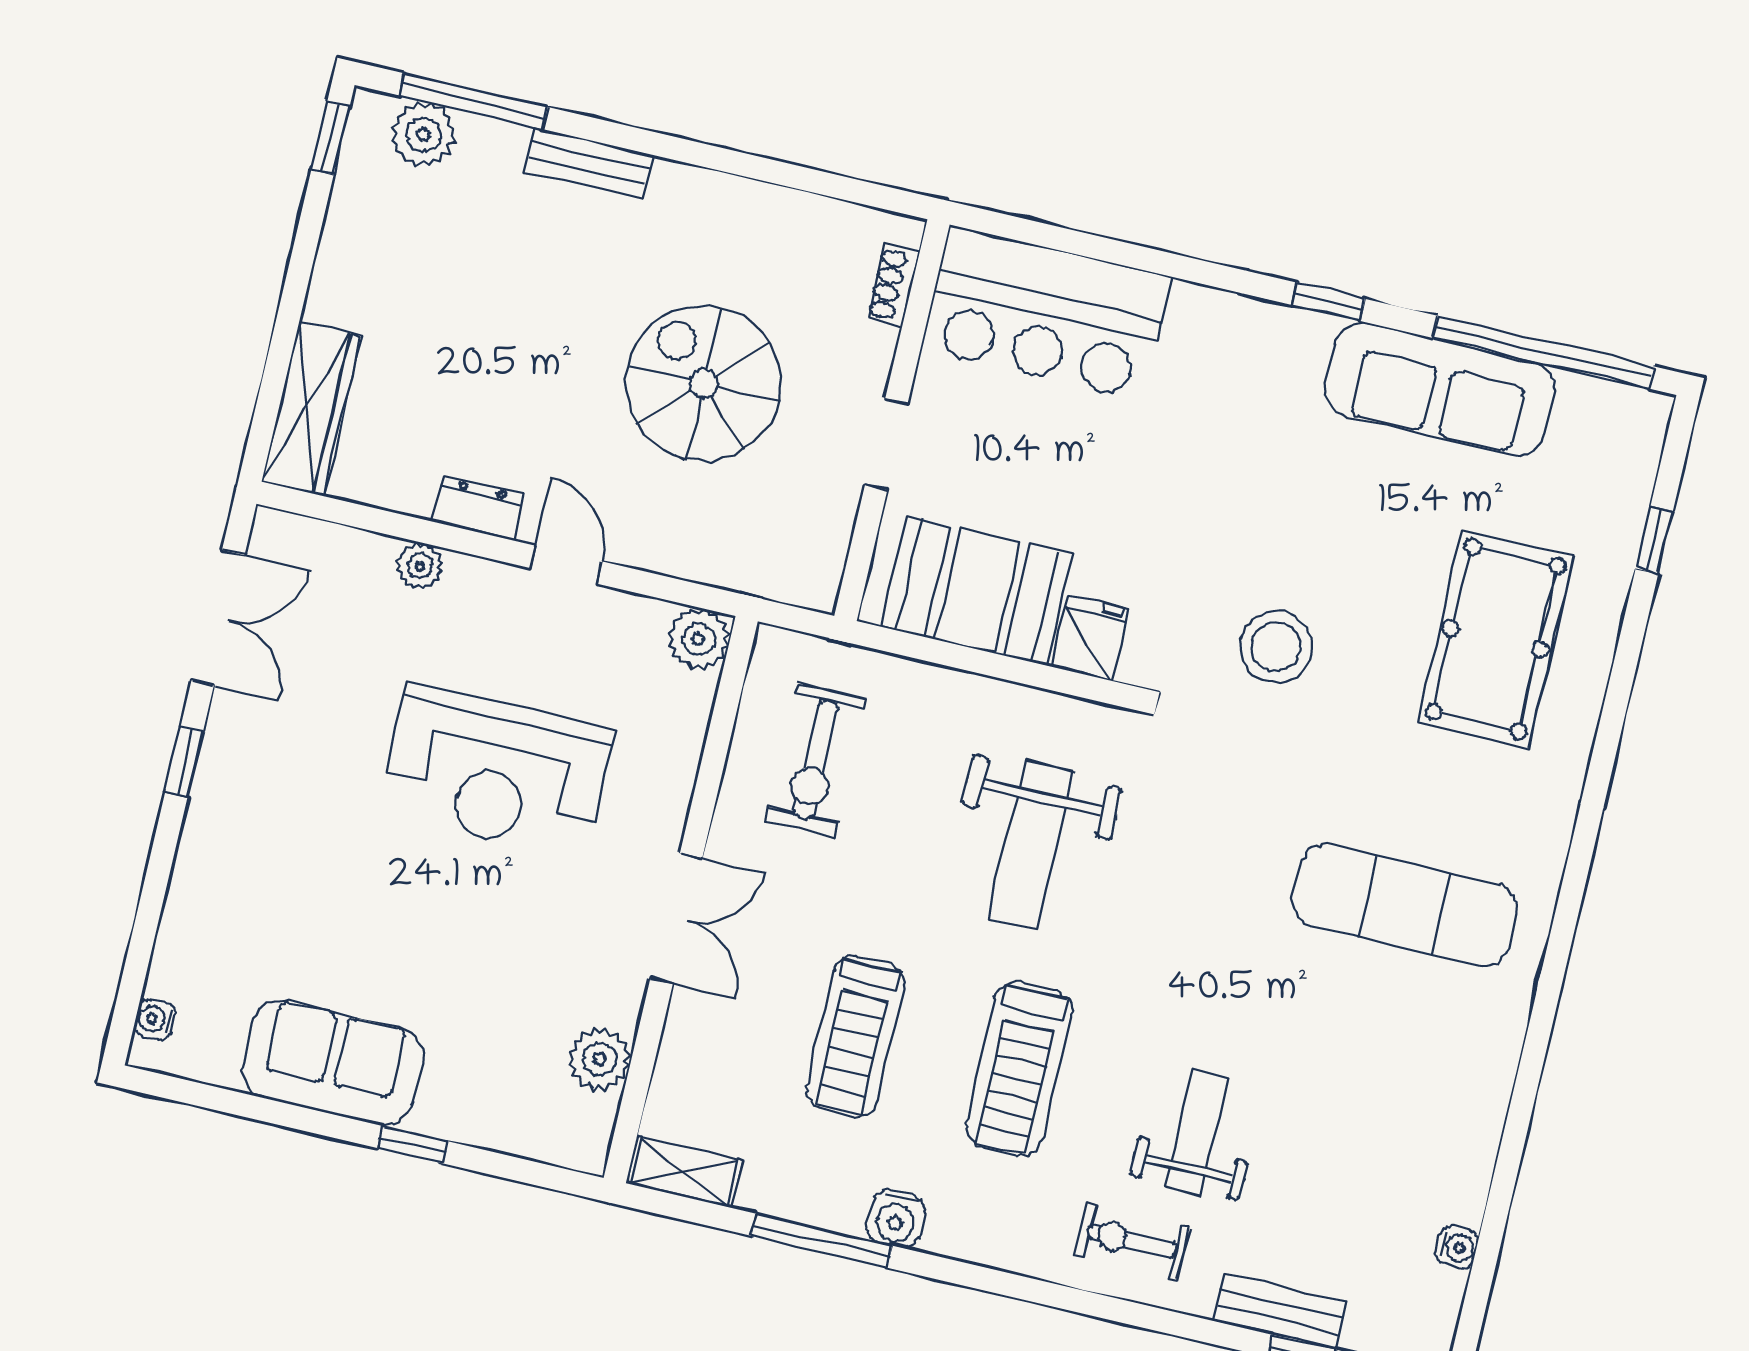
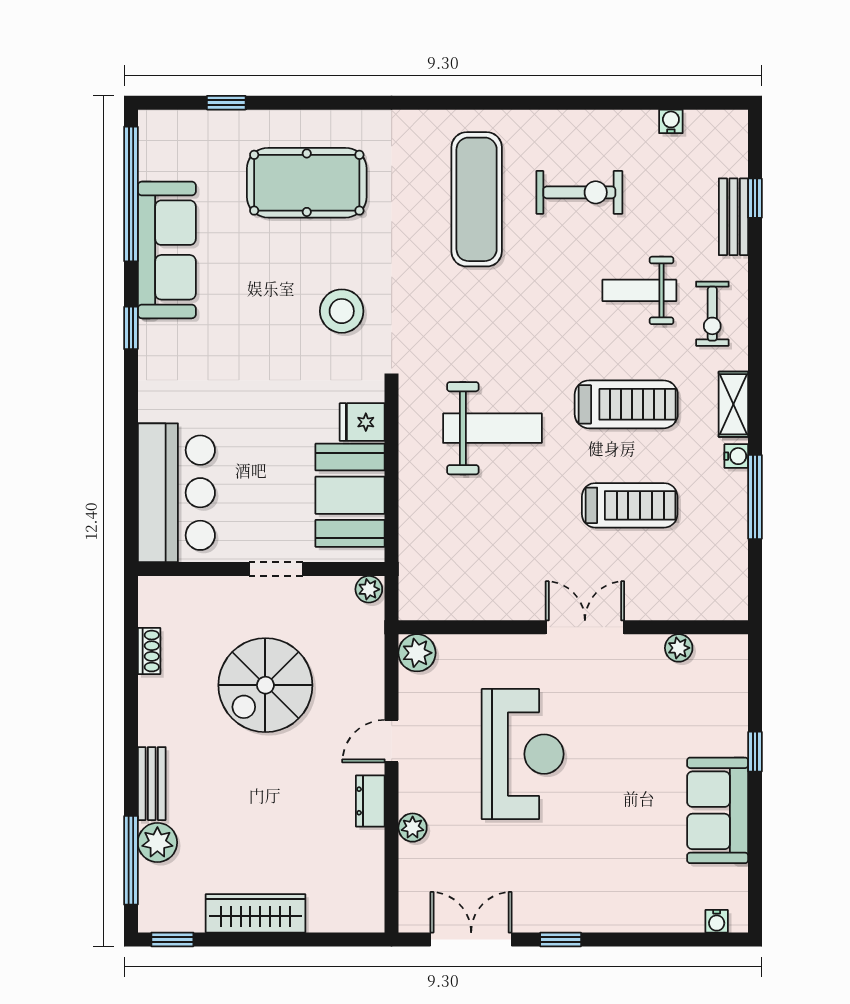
plant: (424, 134) -> (157, 842), moved
shoe rack: (893, 285) -> (149, 651), moved, turned -90
wardrobe: (311, 409) -> (255, 913), moved
plant: (819, 586) -> (369, 589), added
exercise bike: (816, 760) -> (579, 192), moved
plant: (600, 1059) -> (679, 648), width x0.73, depth x0.73
shelving: (684, 1172) -> (733, 404), moved
water cooler: (896, 1219) -> (736, 456), width x0.72, depth x0.72

